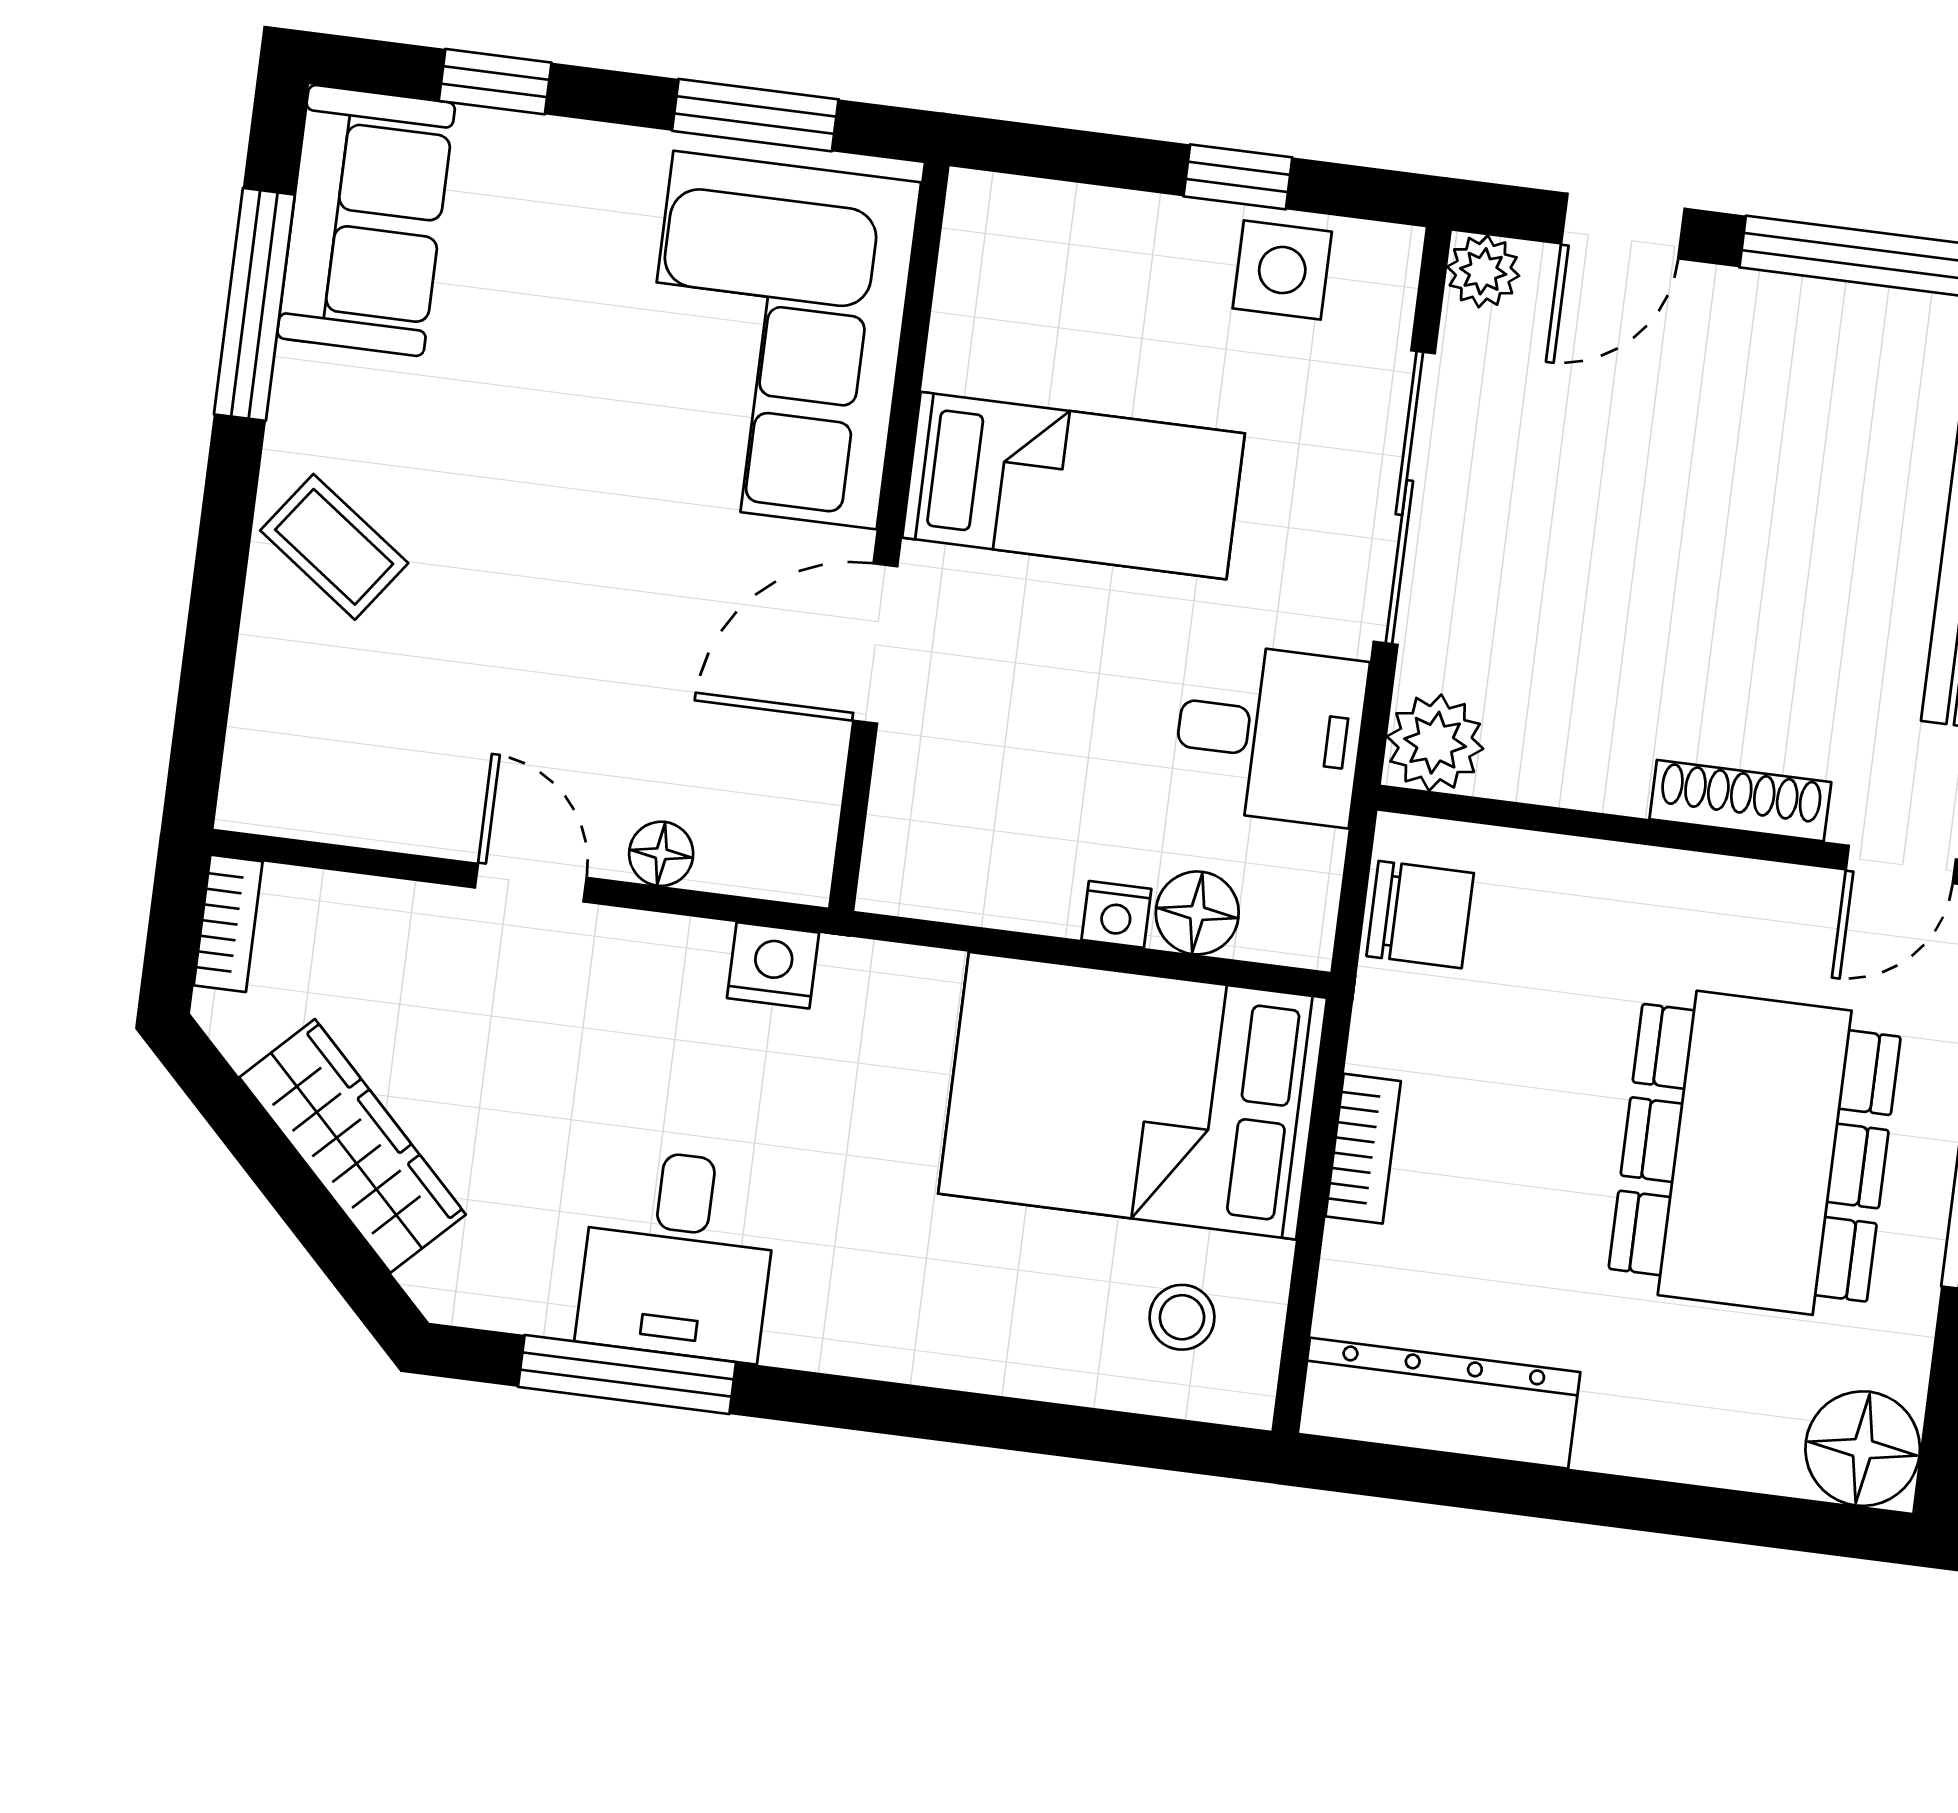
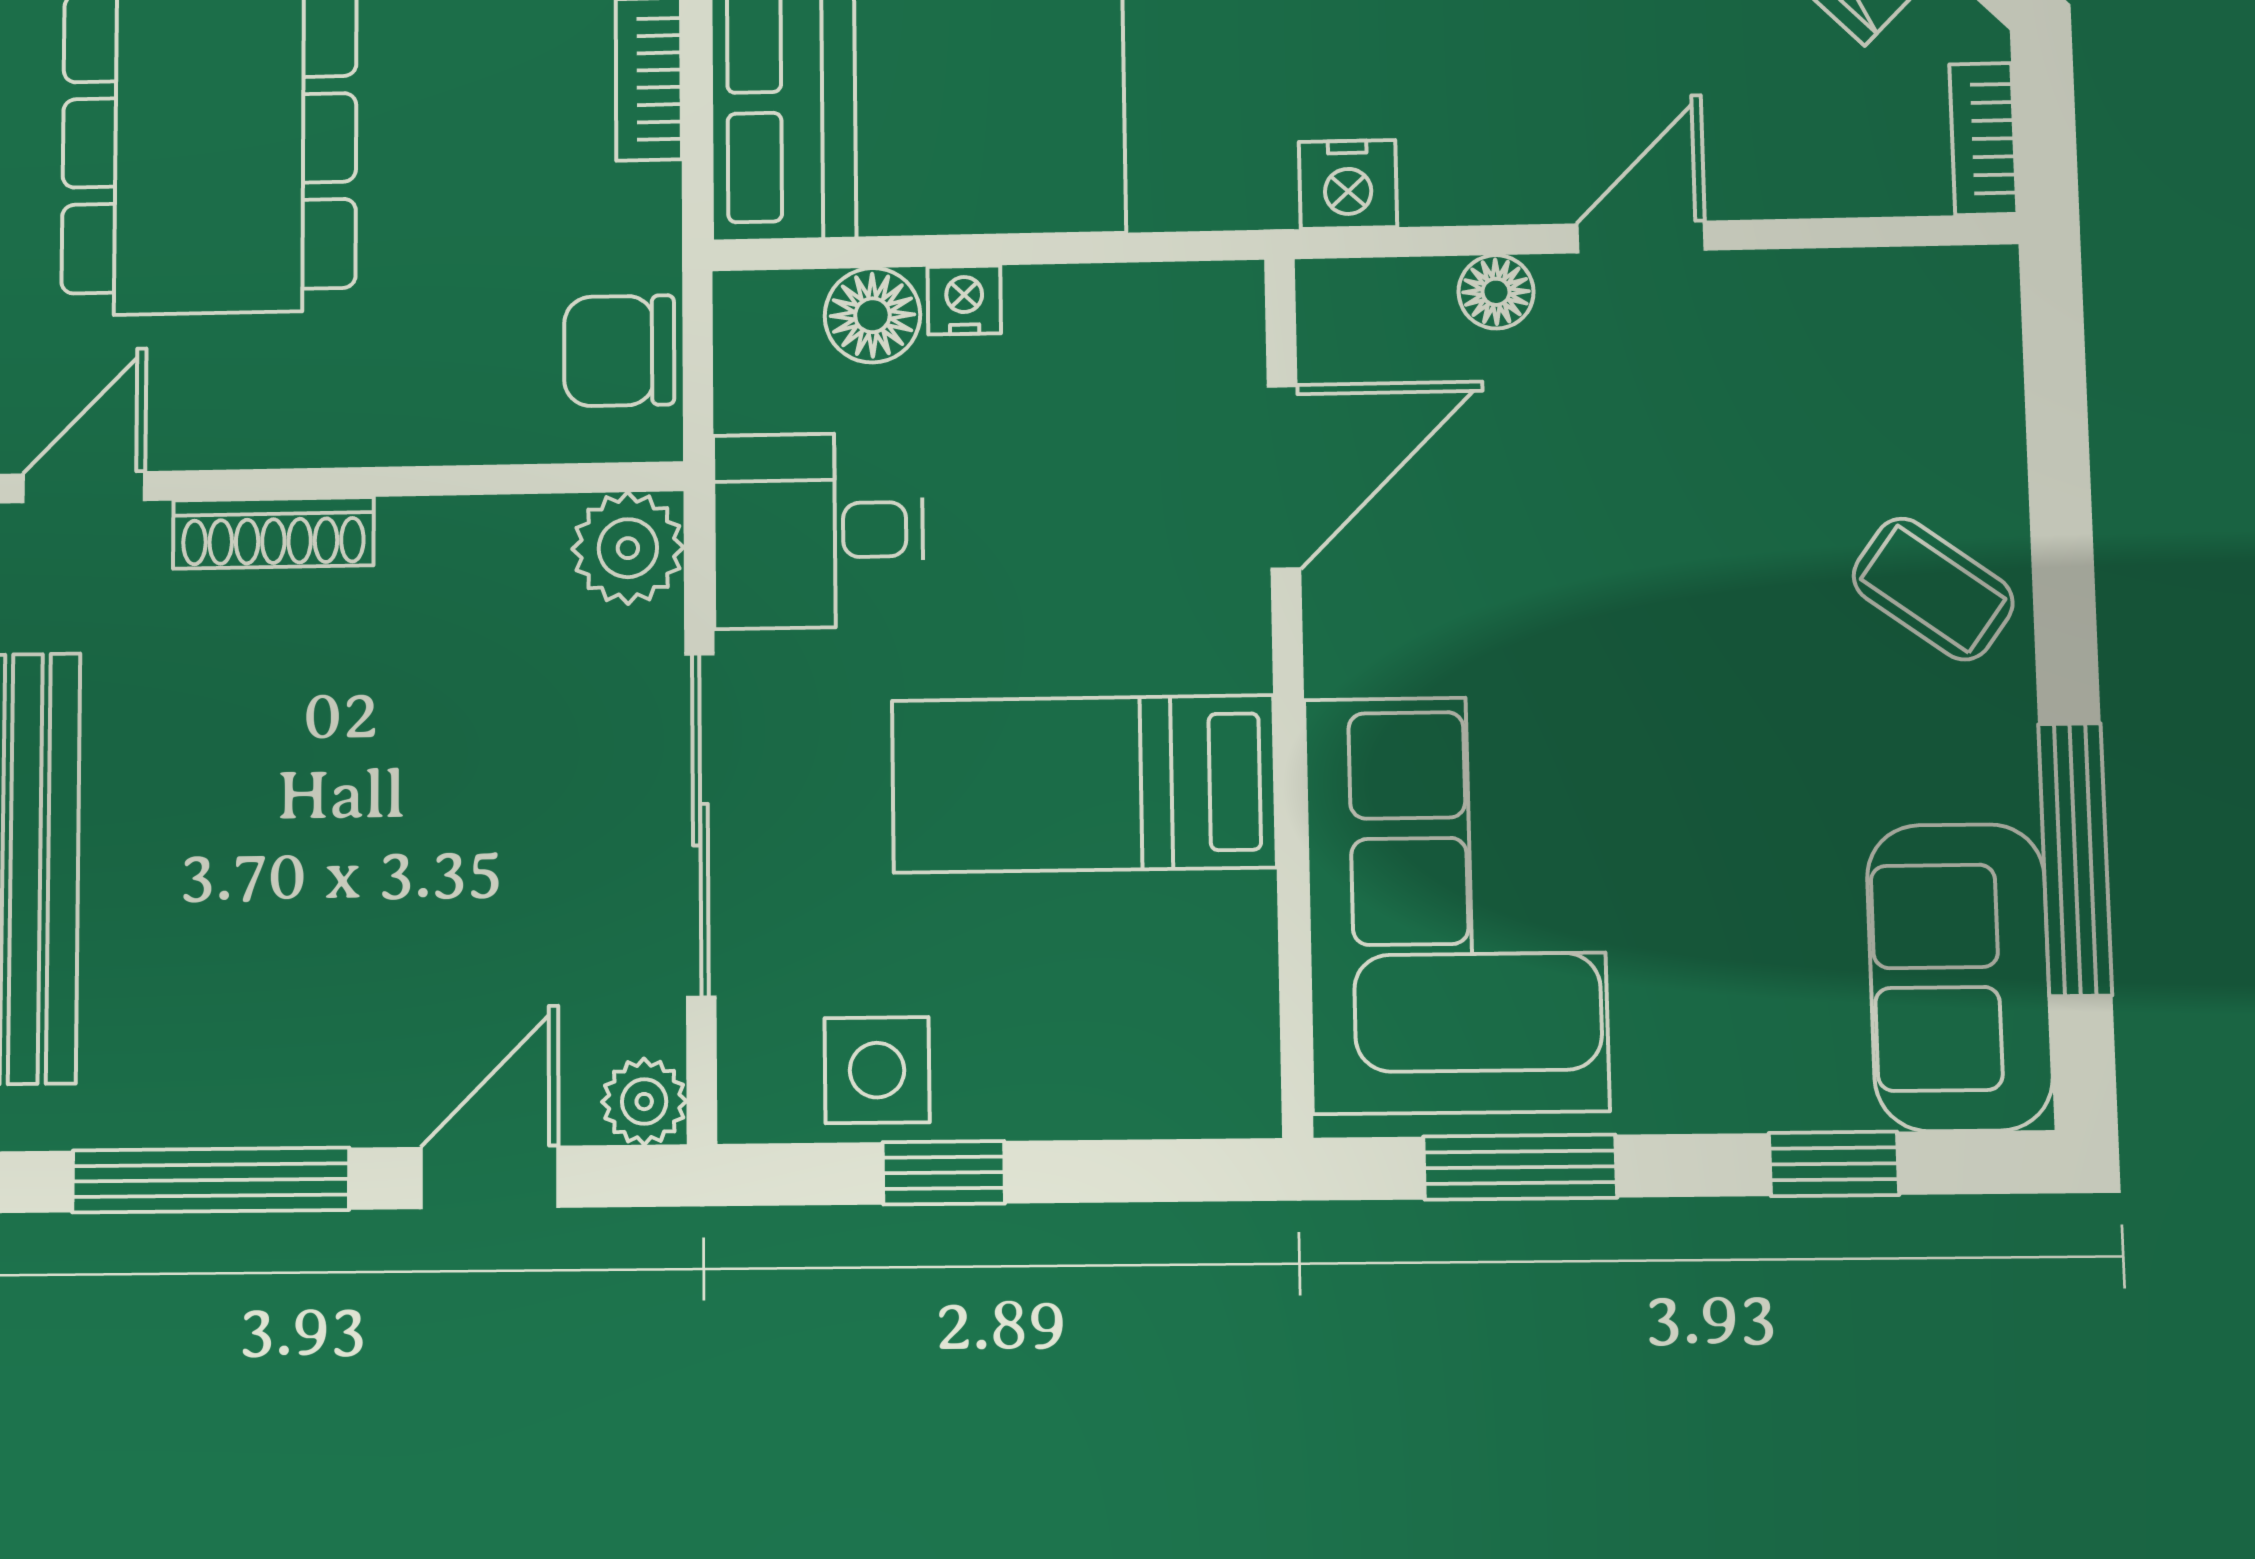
door: (875, 643) -> (1284, 477), moved
door: (531, 883) -> (1641, 237), swing flipped

